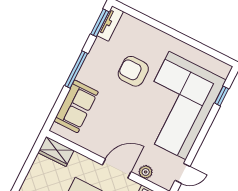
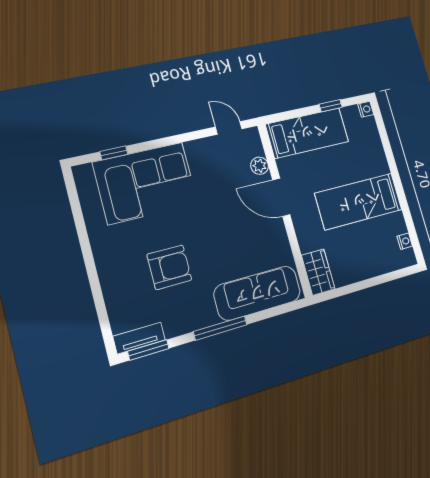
armchair: (133, 71) -> (169, 267), turned -90
corner sofa: (178, 105) -> (146, 183), width x0.73, depth x0.74
sofa: (76, 106) -> (257, 293), width x1.36

